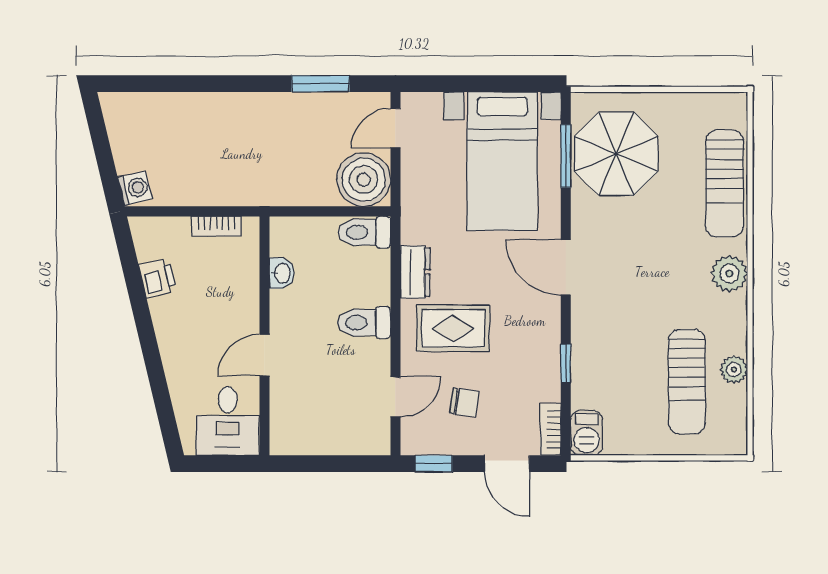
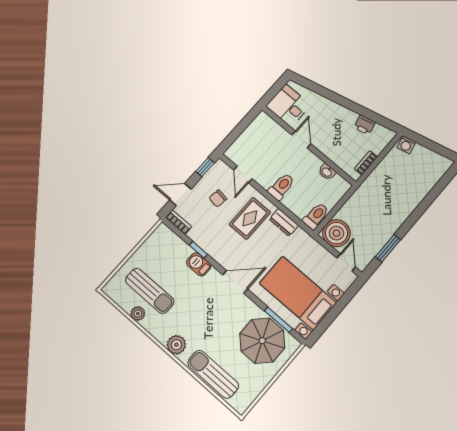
sun lounger: (687, 382) -> (150, 291), turned 180
barbecue: (587, 433) -> (199, 264), moved

